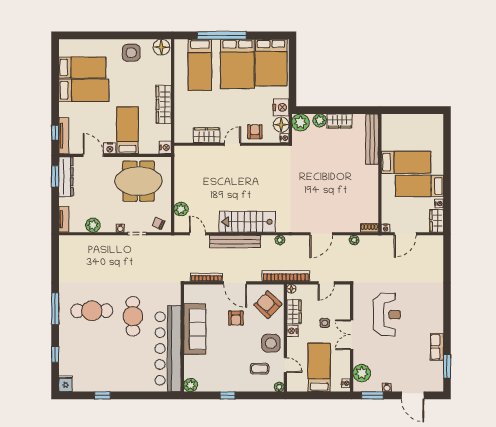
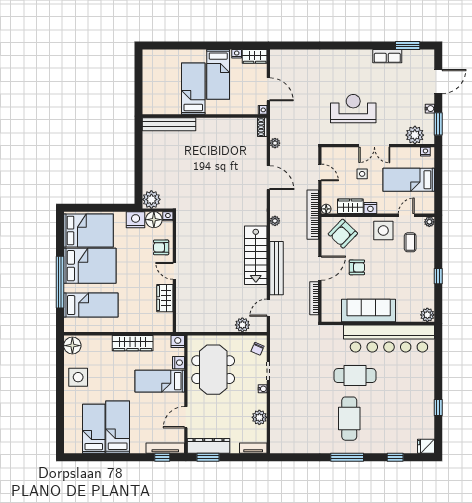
plant: (320, 120) -> (149, 179), removed
wardrobe: (340, 121) -> (150, 158), removed
nightstand: (110, 148) -> (179, 363), moved

